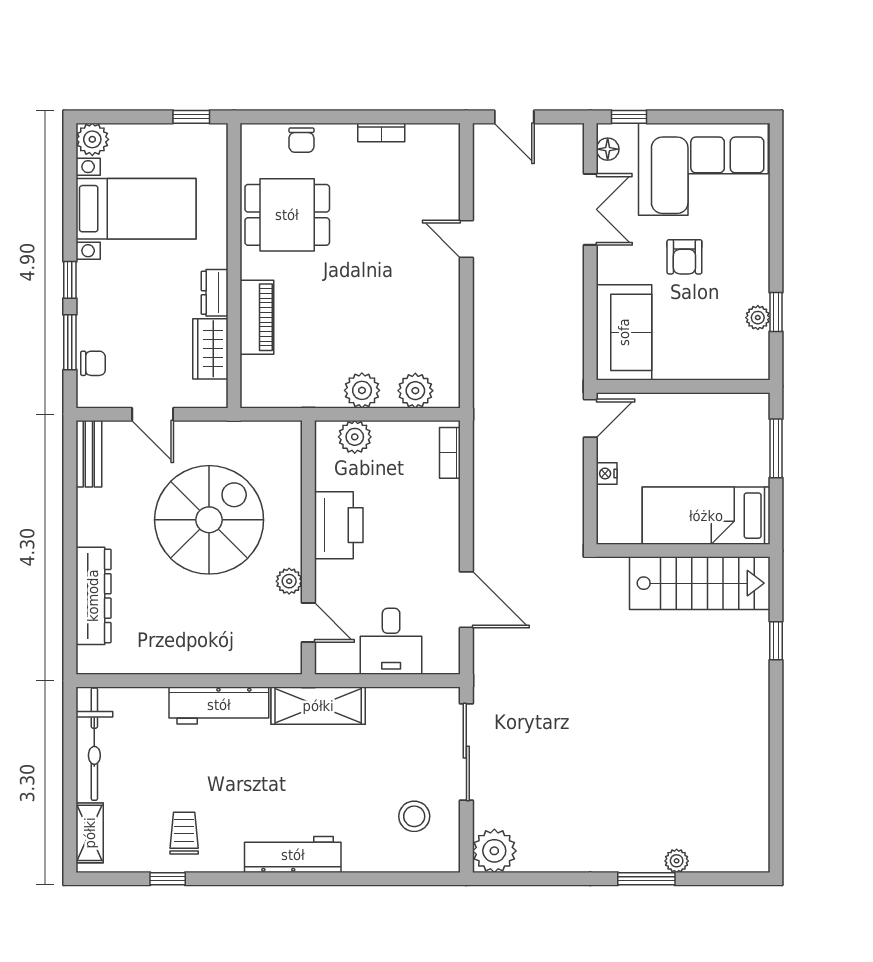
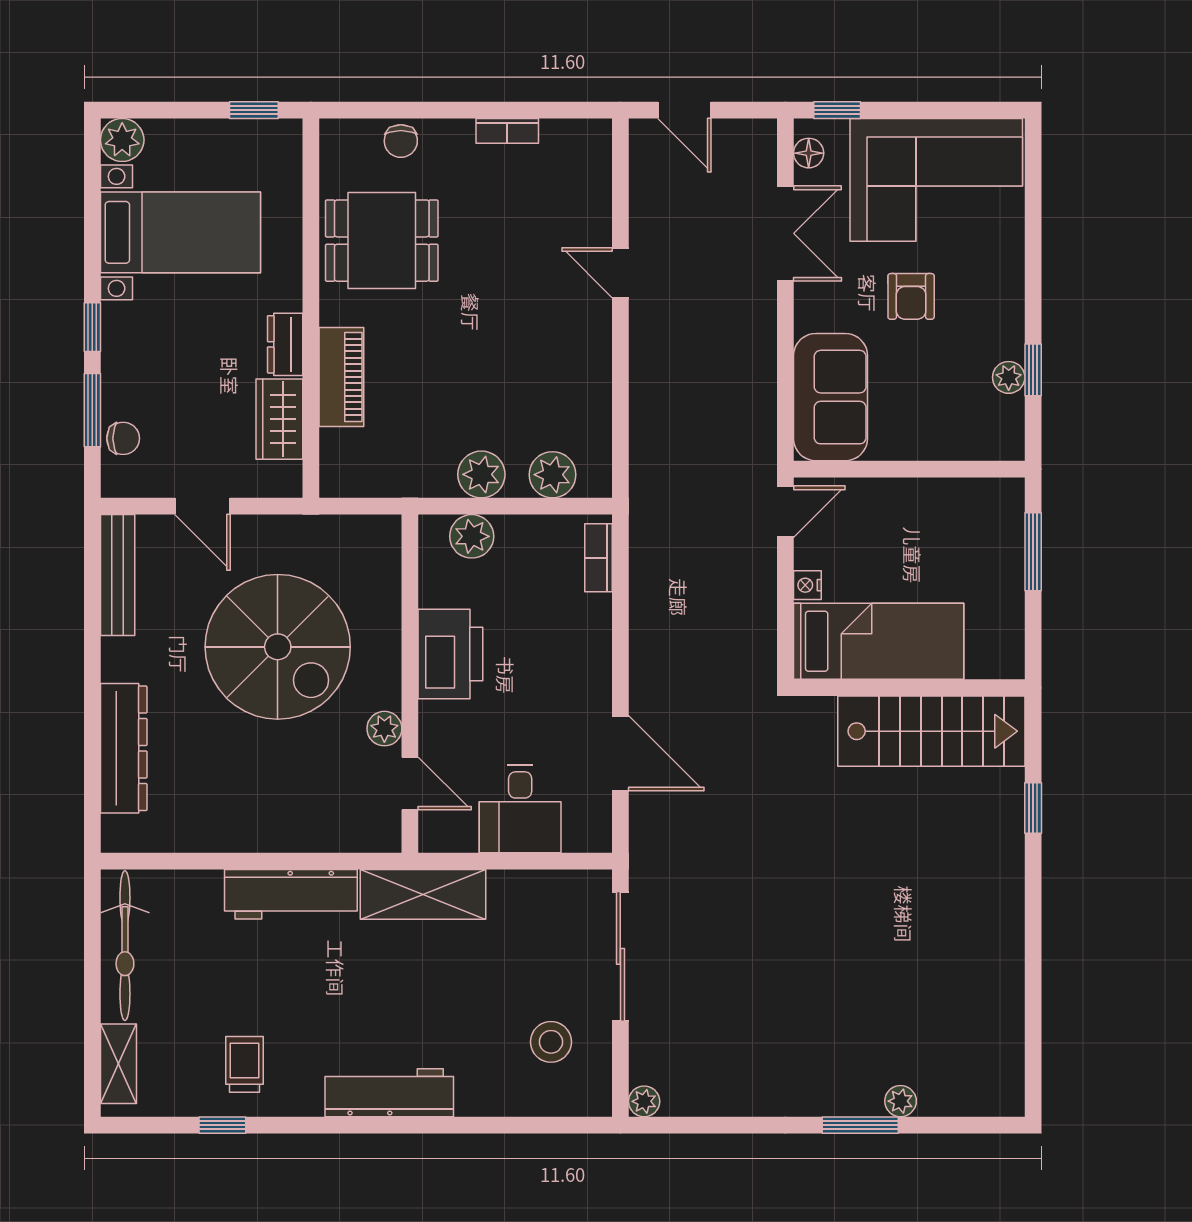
bench: (89, 454) -> (118, 575), width x1.36
bed: (706, 516) -> (879, 641), moved, turned 180
spiral stairs: (209, 520) -> (278, 647), turned 90
plant: (494, 851) -> (644, 1101), width x0.53, depth x0.53

